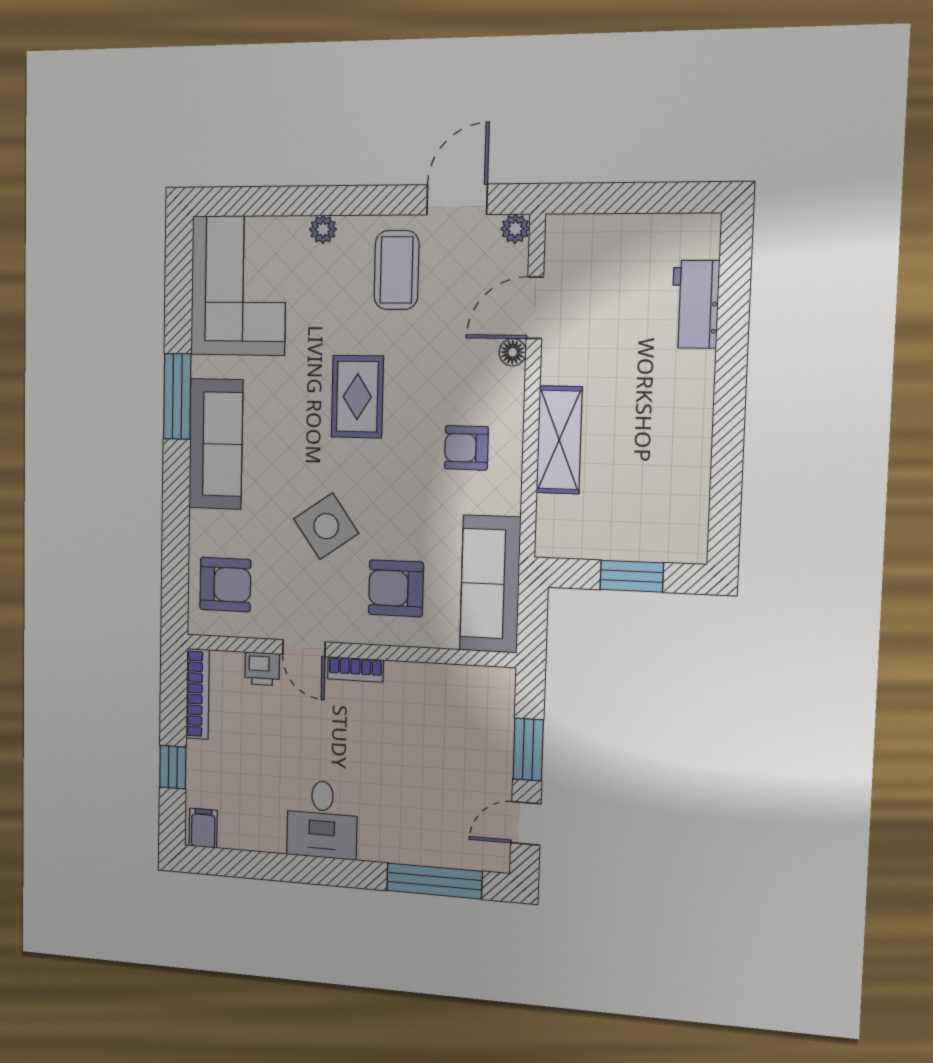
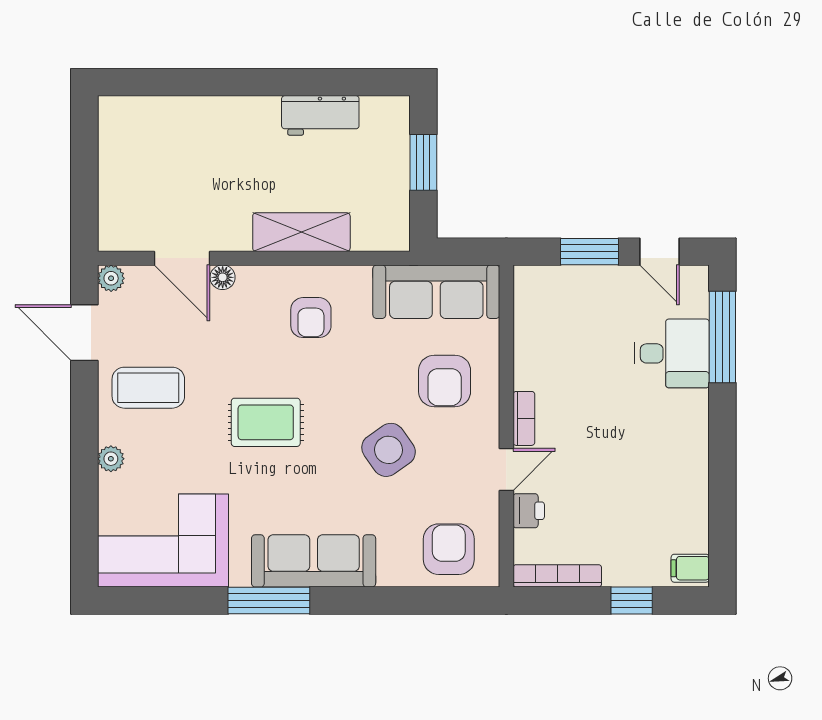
workbench: (695, 304) -> (320, 115), moved
desk: (322, 820) -> (672, 353), moved

